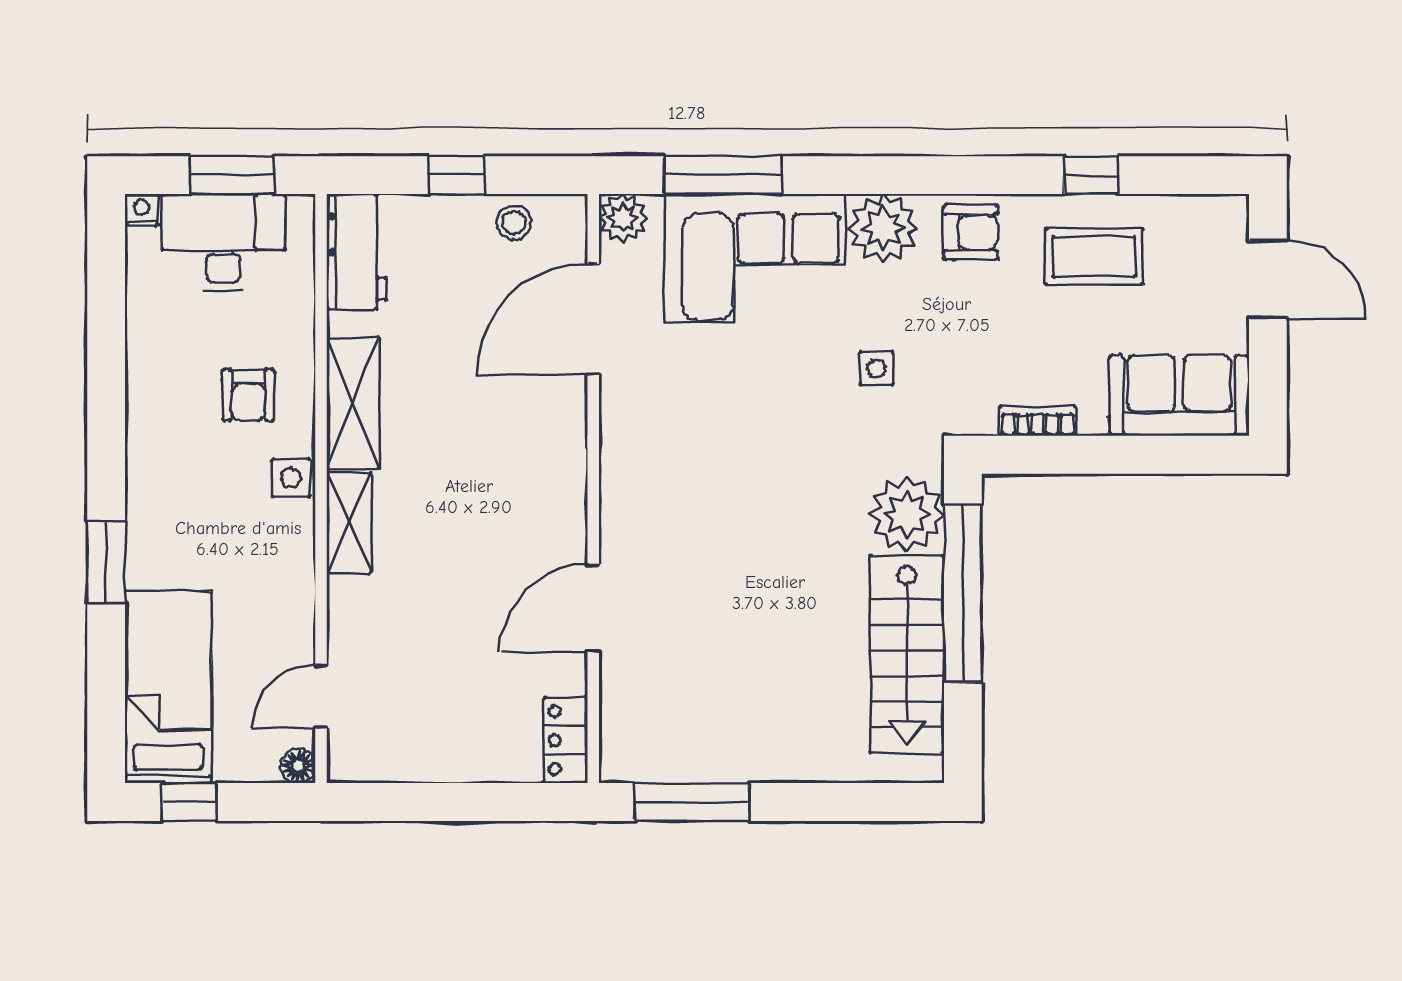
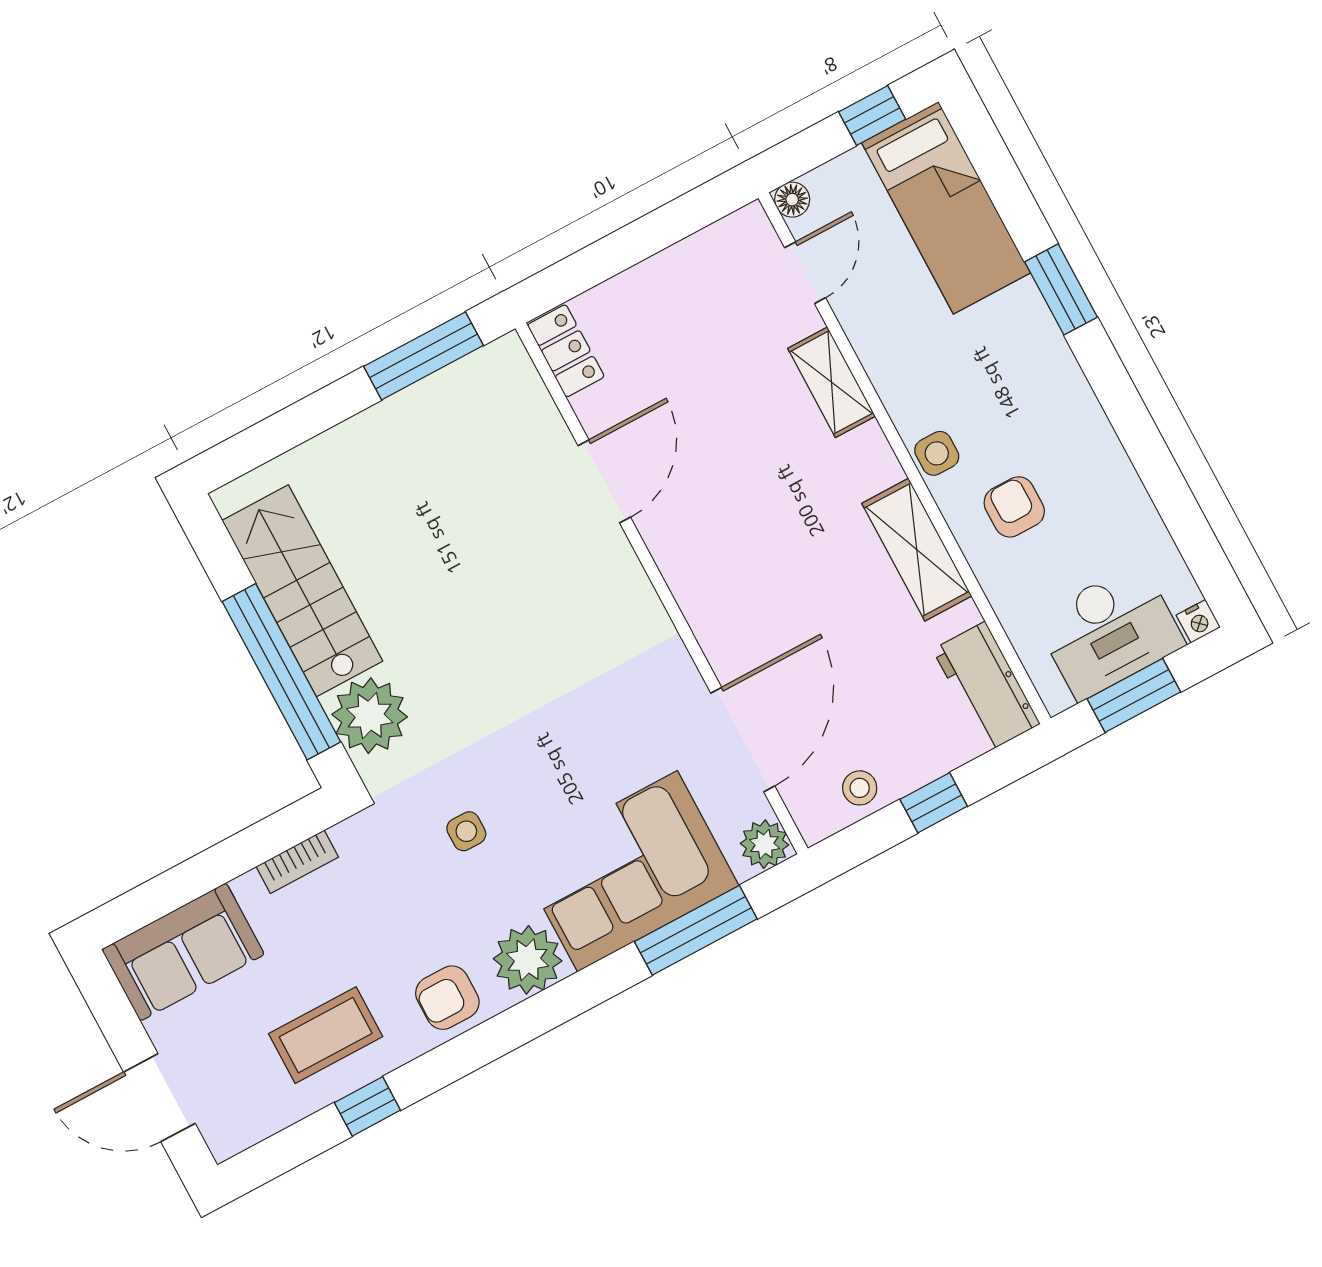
shelving: (349, 523) -> (832, 382), moved

